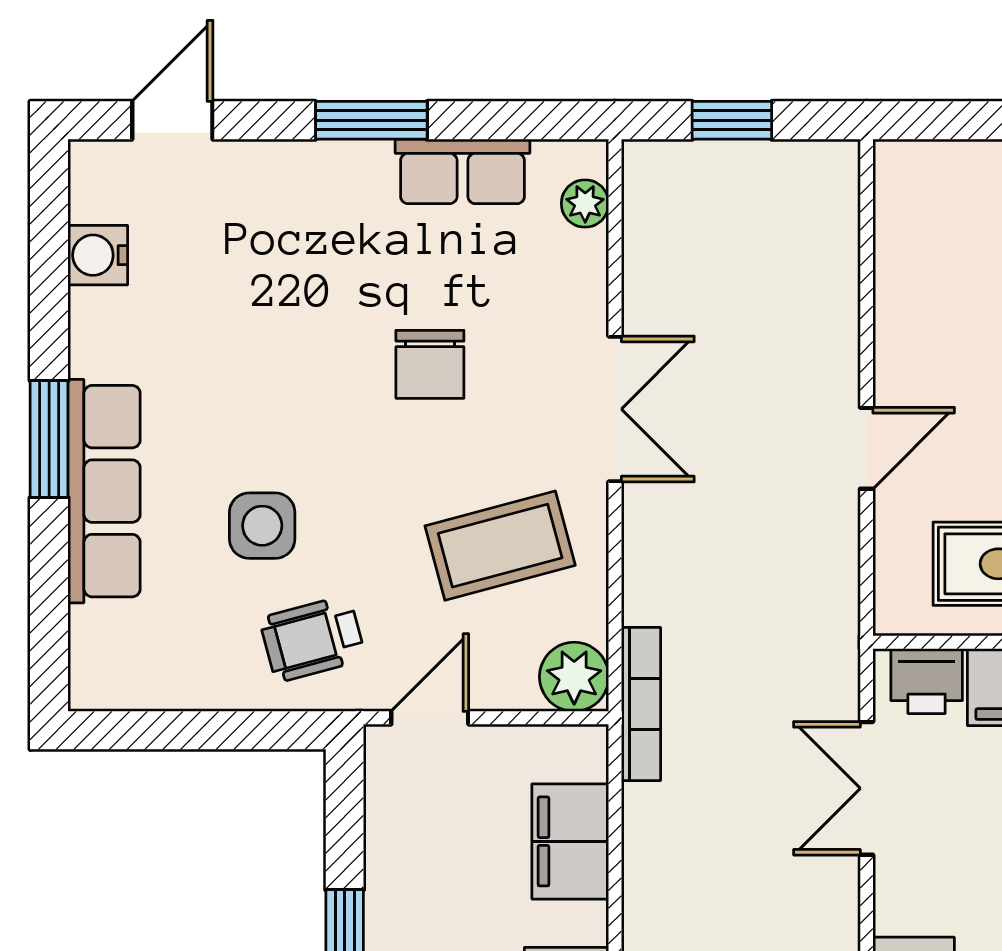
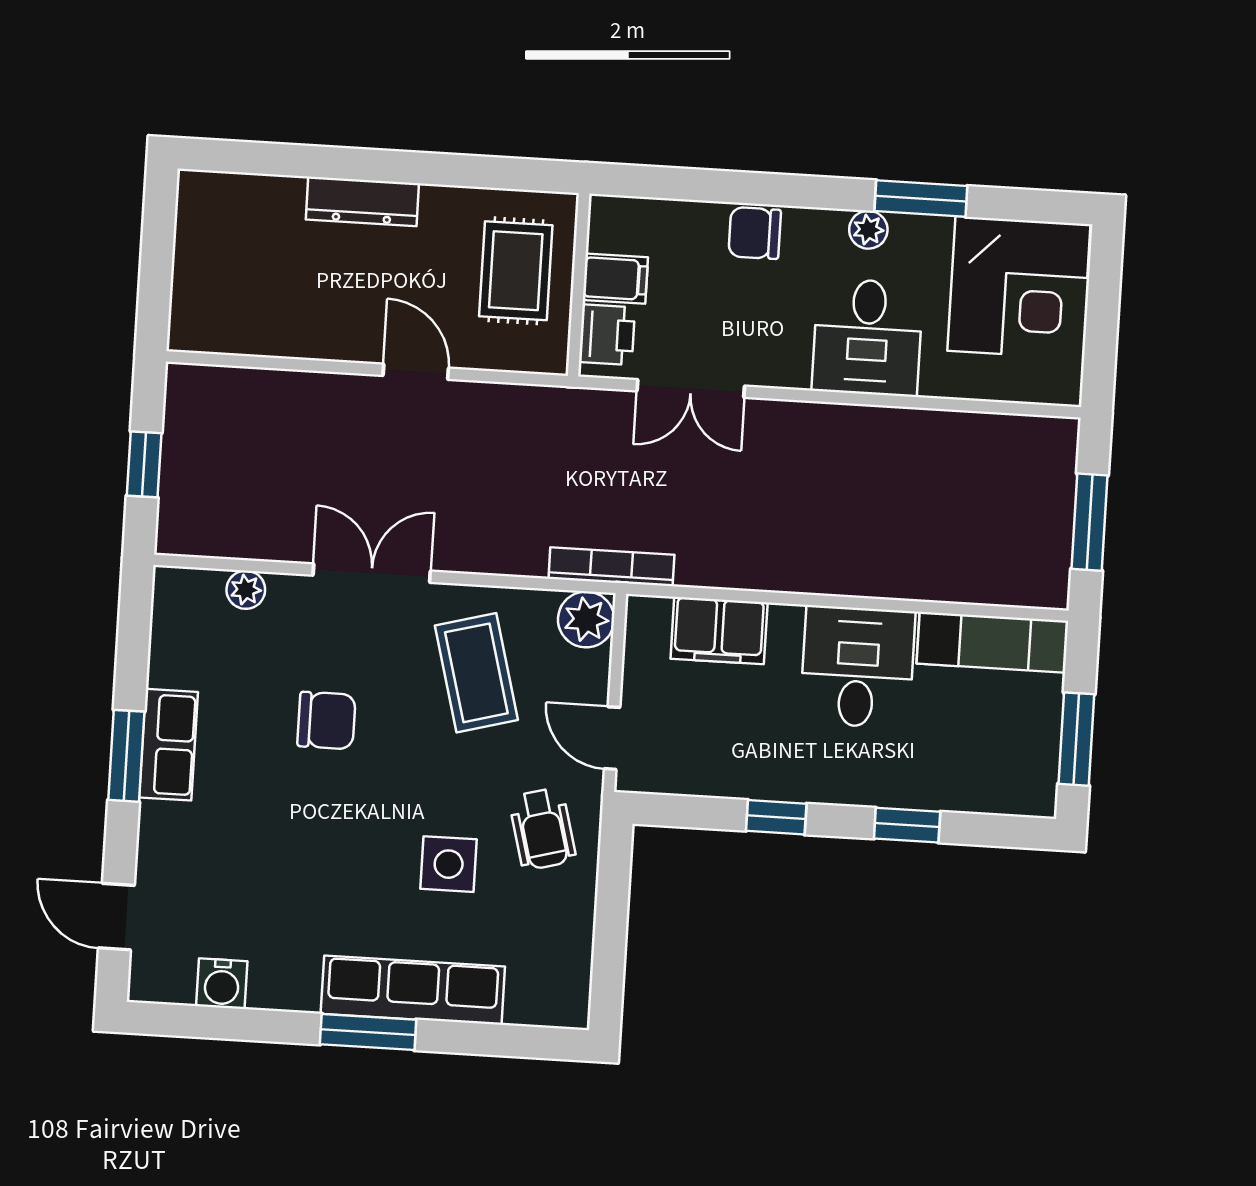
row of seats: (462, 171) -> (168, 745), moved
plant: (585, 204) -> (246, 590), moved

